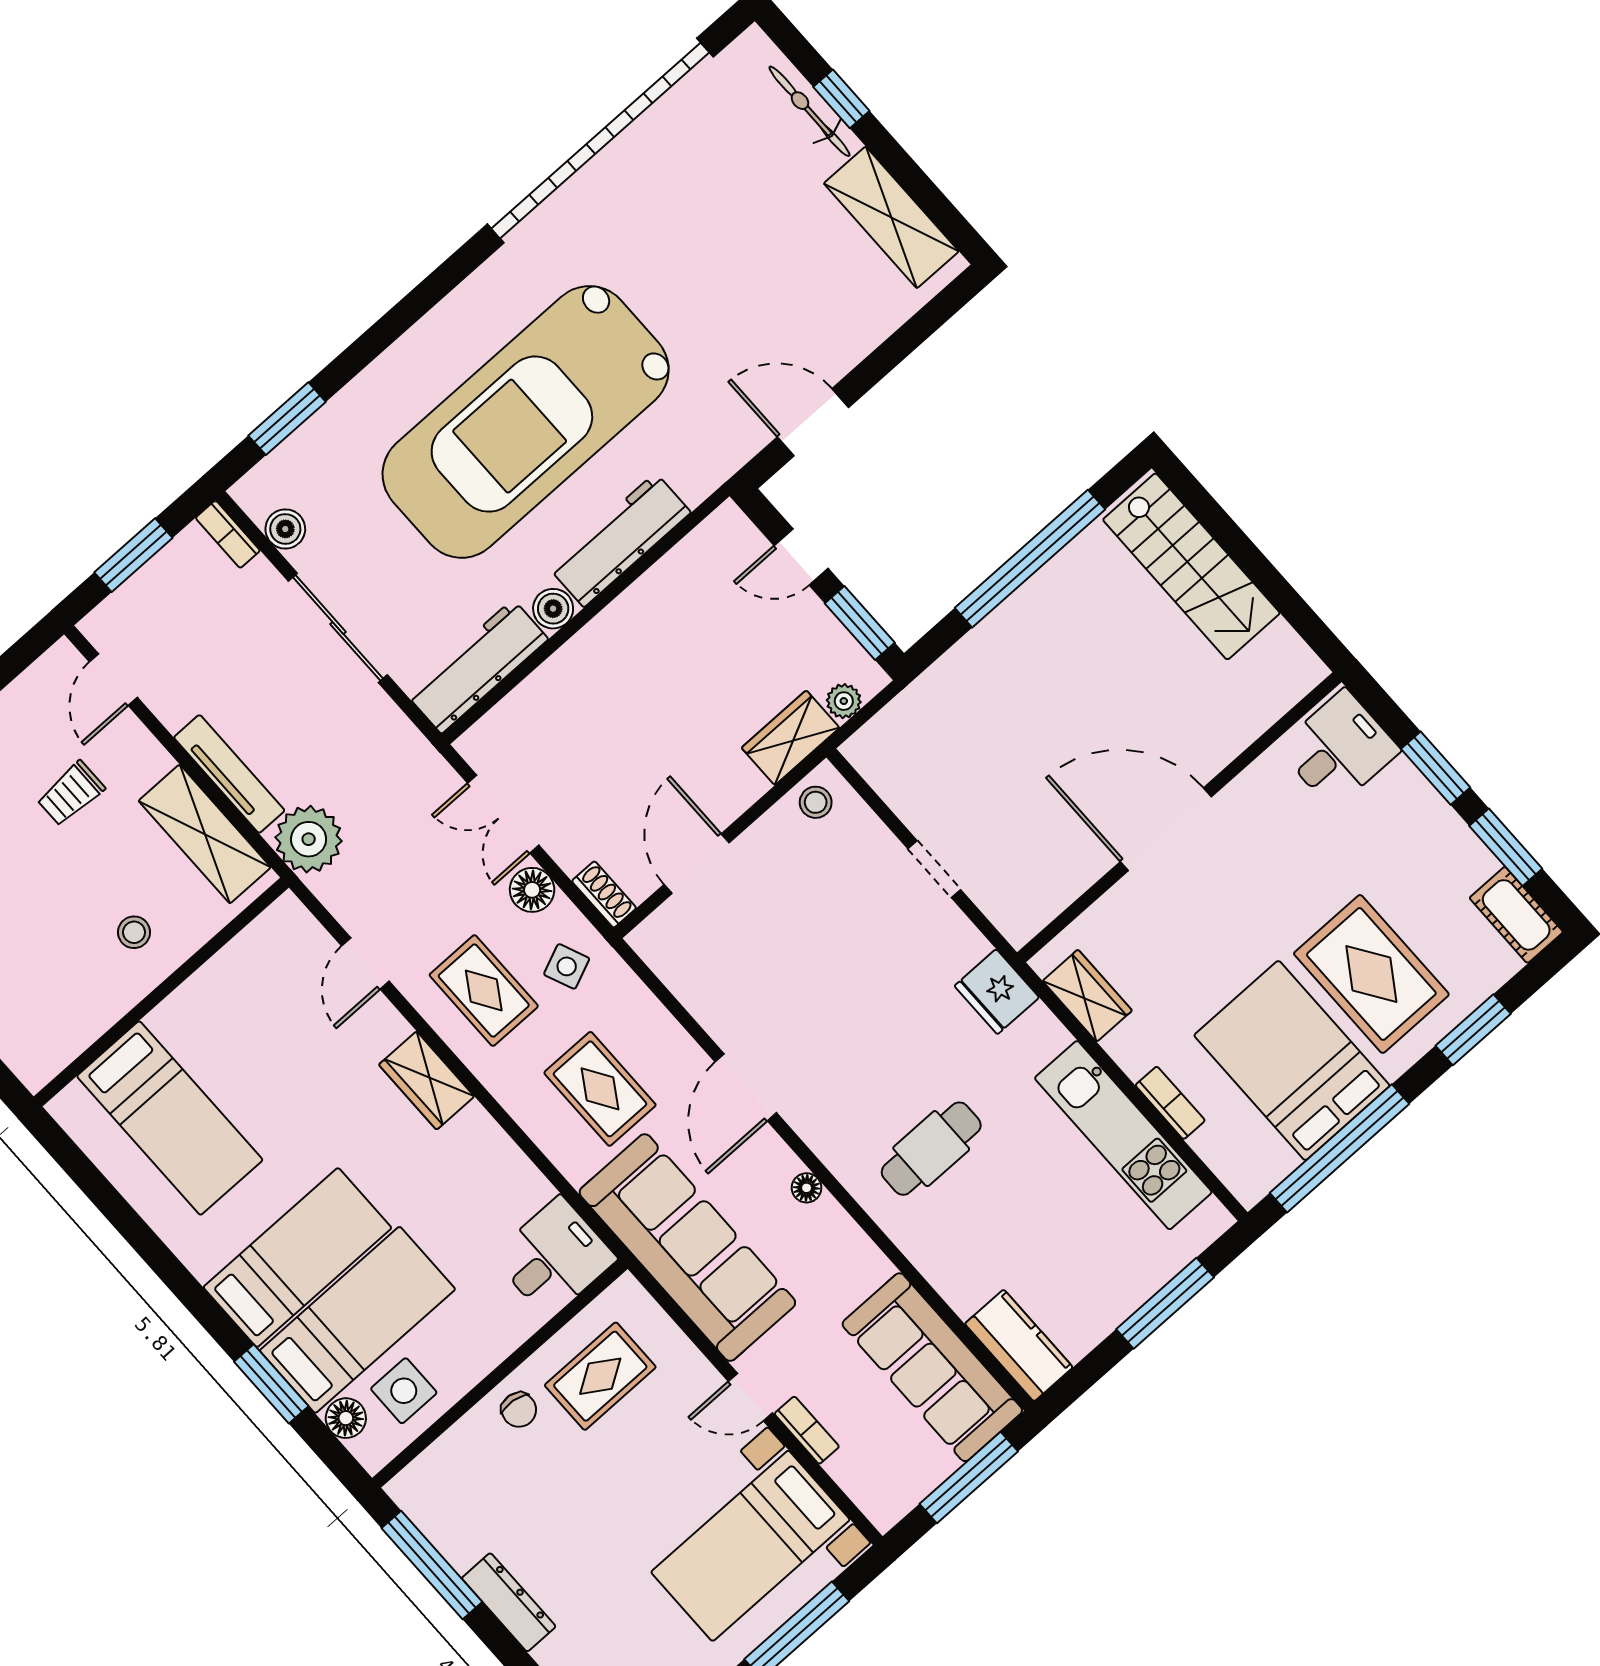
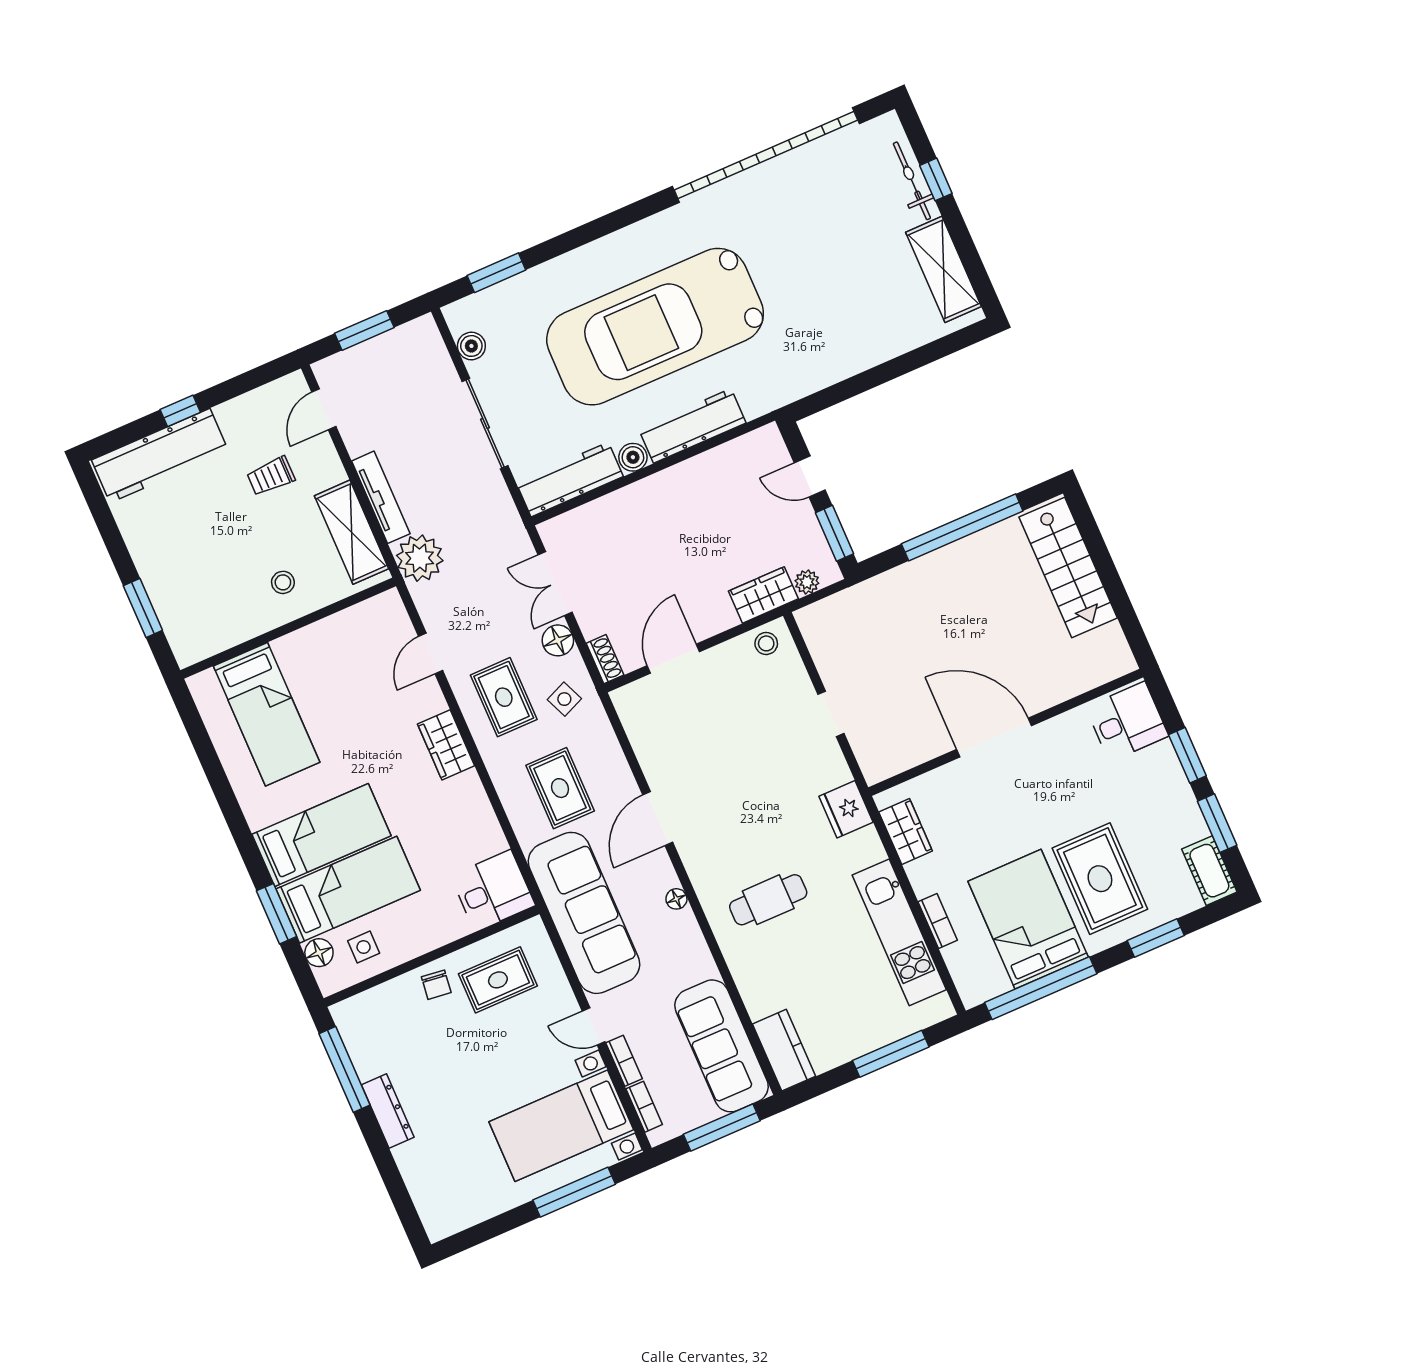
door: (813, 422) -> (847, 389), removed
bookcase: (228, 534) -> (644, 1107), moved, turned 180
side table: (404, 1391) -> (364, 947), width x0.73, depth x0.73

